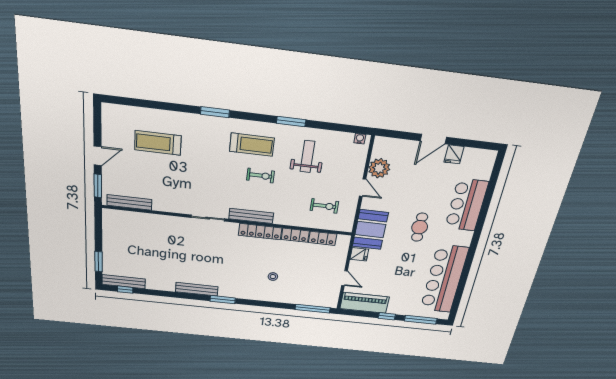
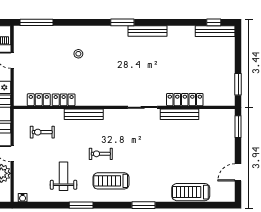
treadmill: (158, 143) -> (191, 192), moved, turned 180
door: (98, 156) -> (238, 172), moved
weight bench: (307, 156) -> (64, 176), turned 180
bench: (129, 202) -> (180, 114), moved
bench: (251, 216) -> (84, 114), moved
locker: (260, 232) -> (185, 100), moved
window: (99, 262) -> (238, 84), moved

